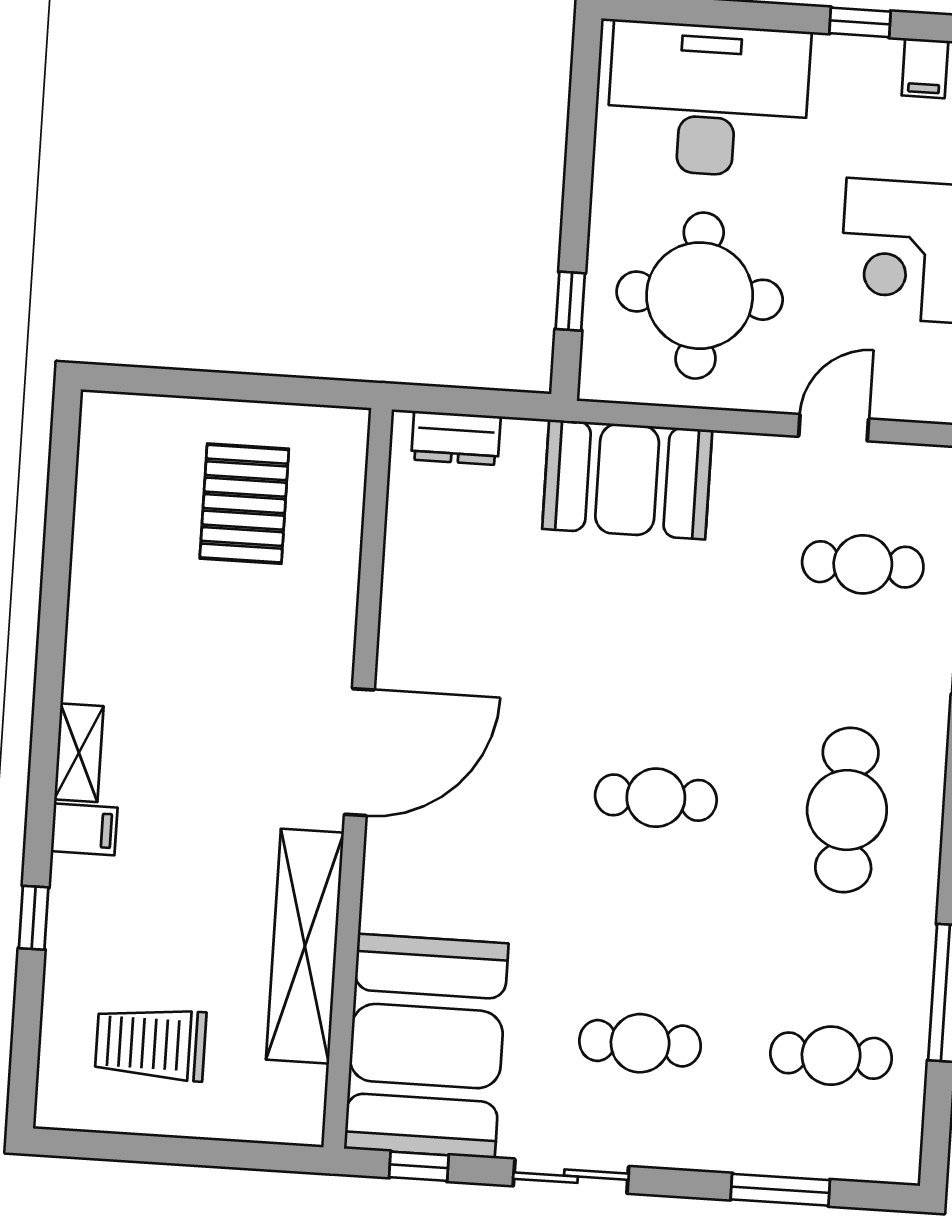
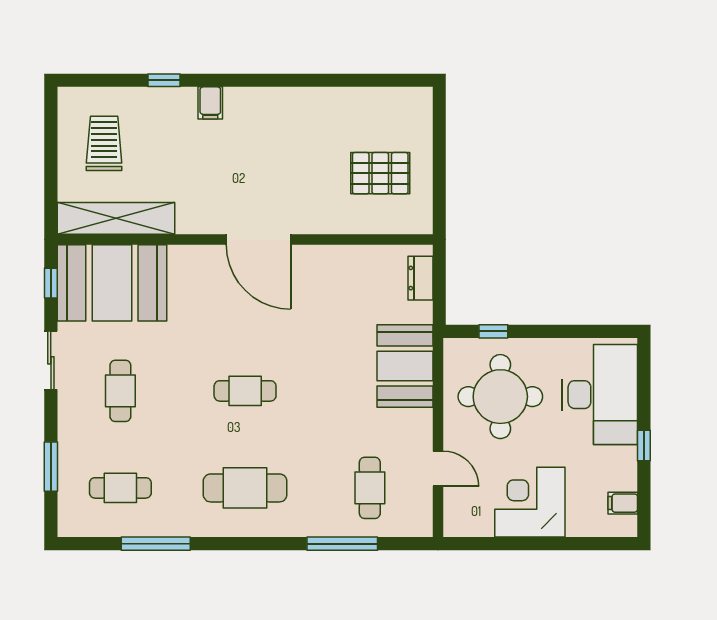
window: (860, 22) -> (644, 445), moved
shelving: (79, 753) -> (249, 98), removed
cafe table: (656, 798) -> (245, 391), turned 90
shelving: (305, 946) -> (116, 218), moved
cafe table: (831, 1056) -> (120, 488), turned 90

